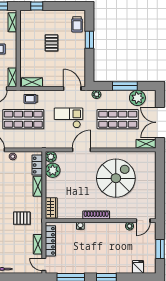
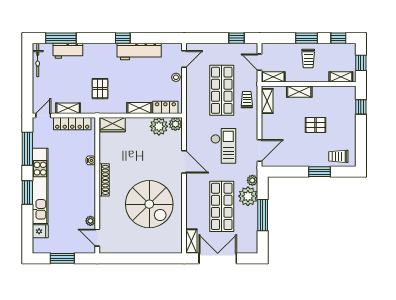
shelving: (24, 56) -> (299, 92), added
plant: (137, 98) -> (248, 196), moved
kitchen unit: (101, 267) -> (40, 186), added

